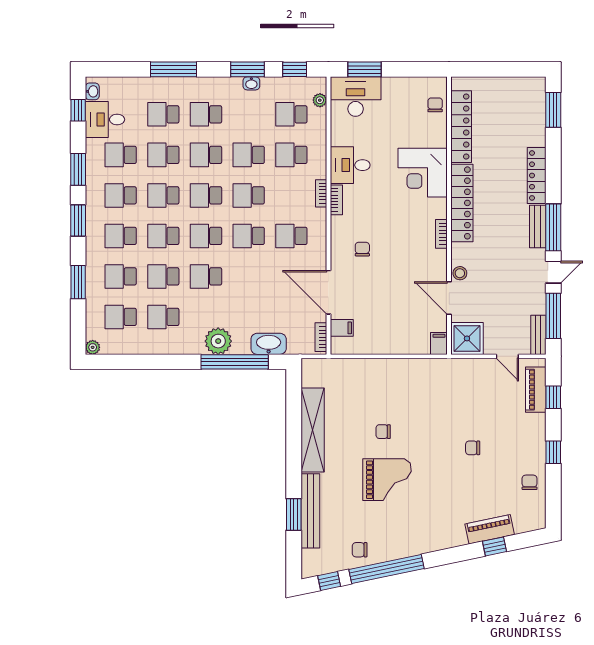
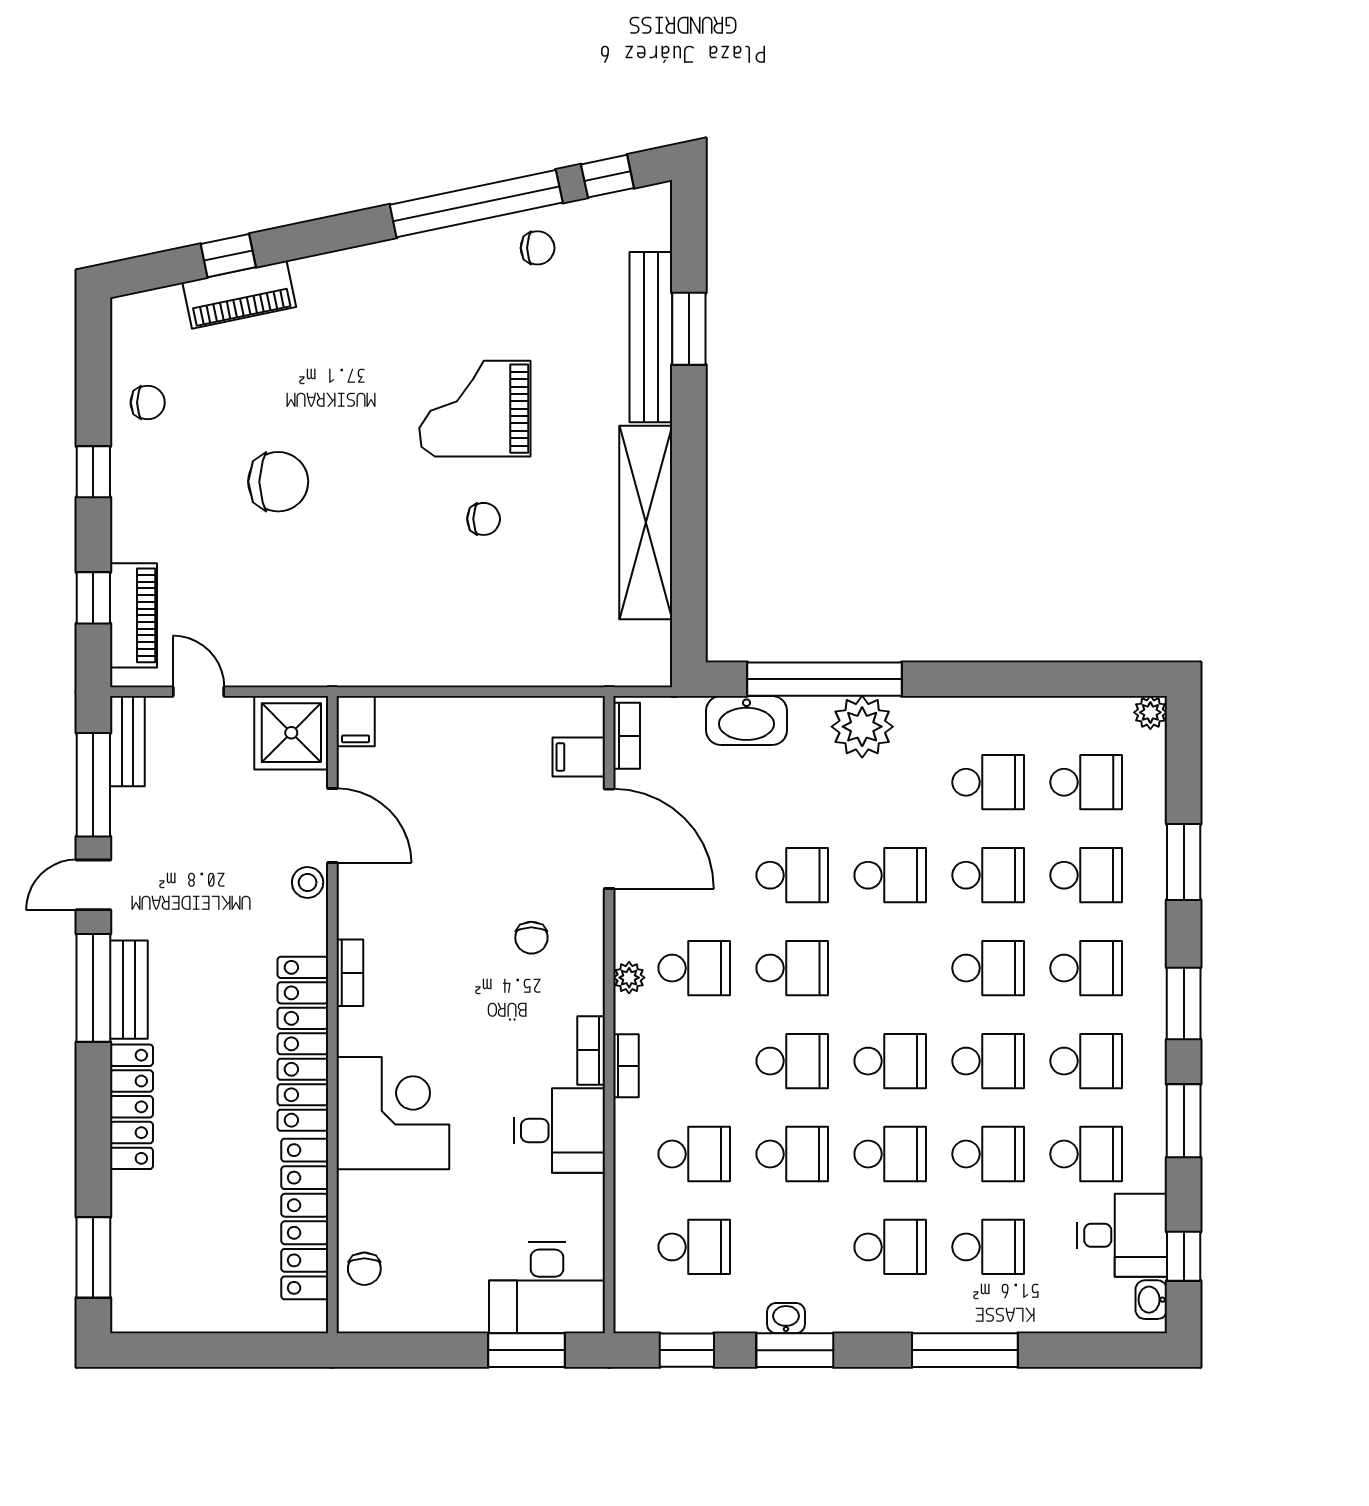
plant: (320, 100) -> (629, 978), moved
school desk: (206, 236) -> (792, 875), moved
chair: (473, 448) -> (278, 482), width x1.87, depth x1.87
chair: (530, 482) -> (148, 403), turned -90

